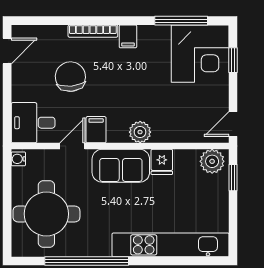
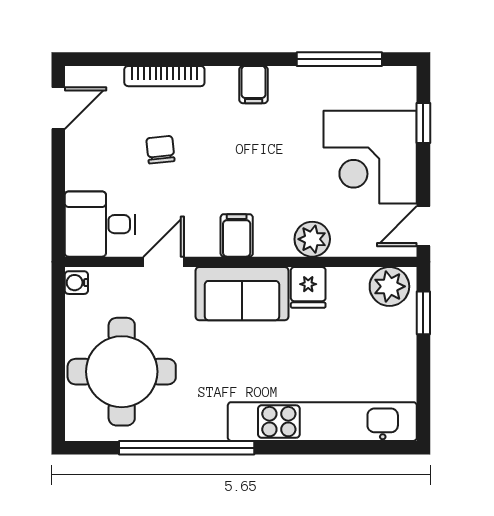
bookcase: (93, 31) -> (164, 76), moved
corner desk: (200, 54) -> (370, 157), moved, turned 90
chair: (70, 77) -> (160, 150), width x0.54, depth x0.54
filing cabinet: (96, 130) -> (237, 235), moved
plant: (140, 132) -> (312, 239), moved

